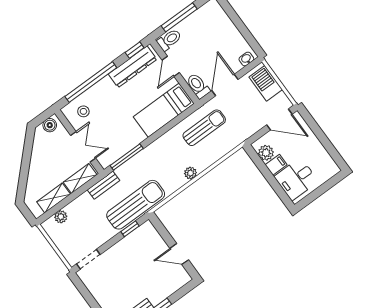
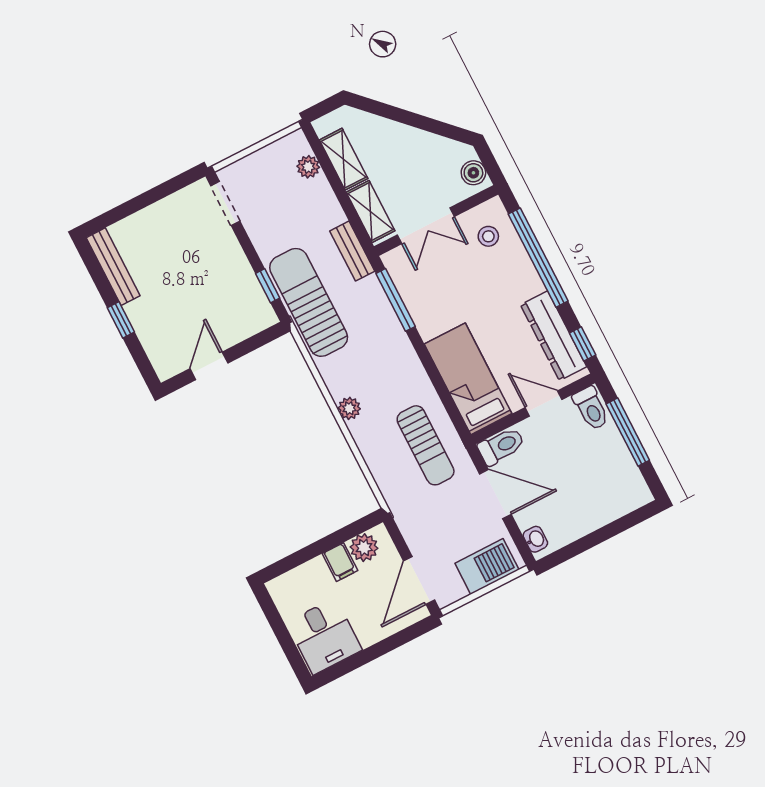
desk: (296, 179) -> (324, 636), moved, turned 180
sun lounger: (136, 205) -> (309, 302), turned 180

